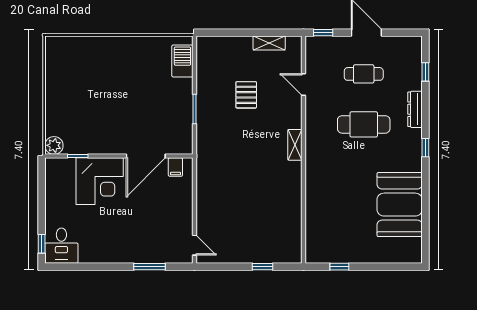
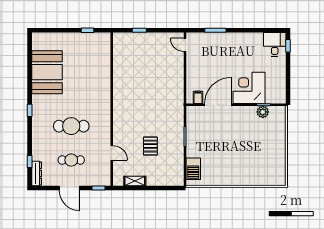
dresser: (415, 109) -> (37, 173), moved
plant: (54, 145) -> (263, 112), moved
shelving: (295, 145) -> (118, 112), removed

